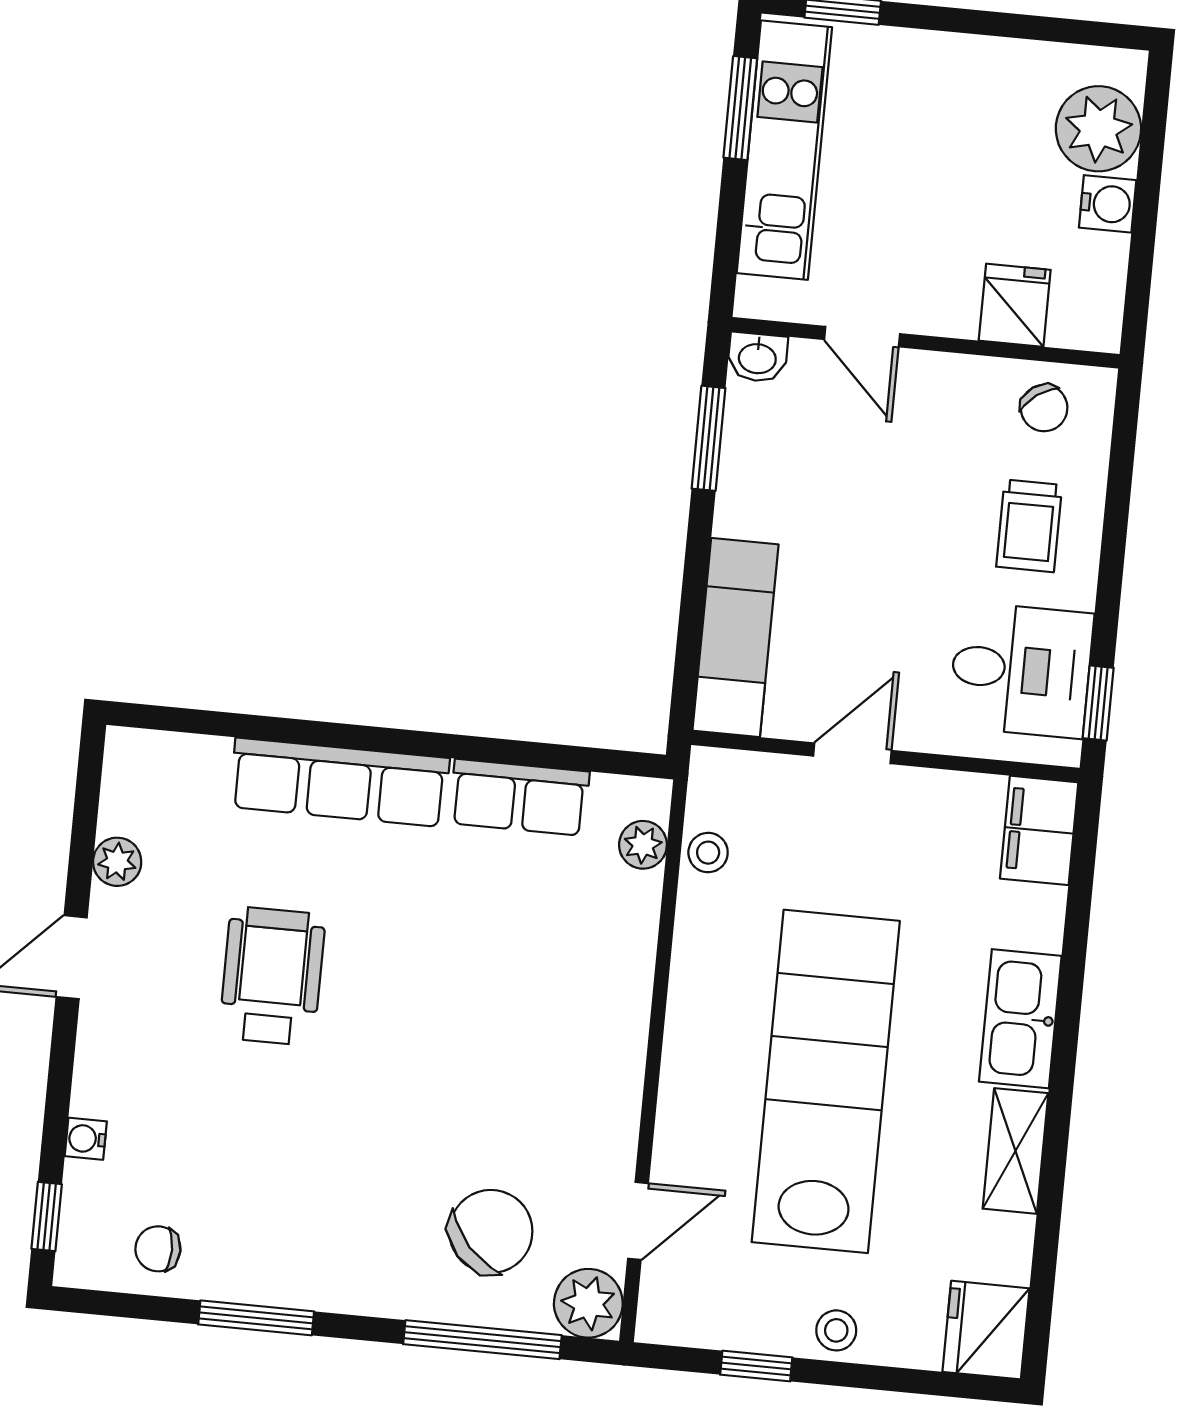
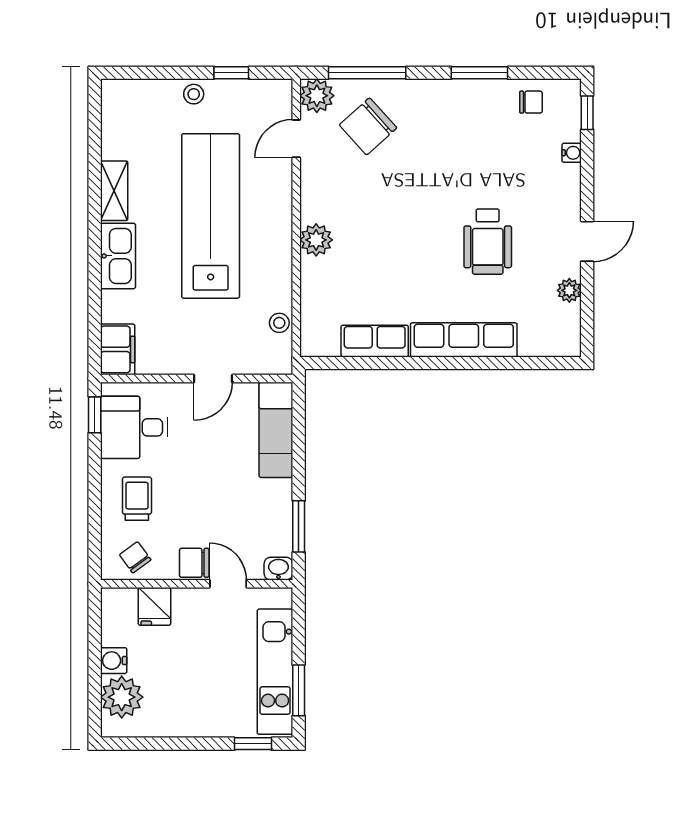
chair: (926, 385) -> (194, 563), added
plant: (643, 845) -> (316, 240), moved, width x1.38, depth x1.38
lab bench: (826, 1081) -> (211, 216), turned 180
fridge: (986, 1330) -> (120, 101), removed

